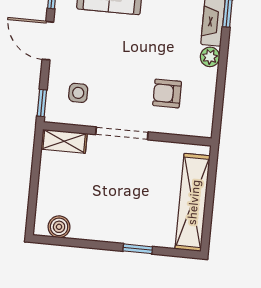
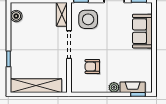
side table: (78, 93) -> (88, 19), width x1.87, depth x1.87
armchair: (167, 93) -> (92, 67), turned -90

